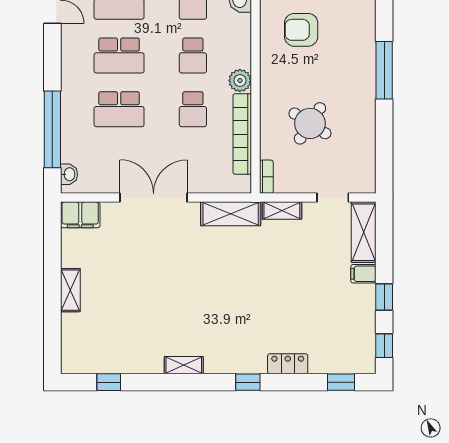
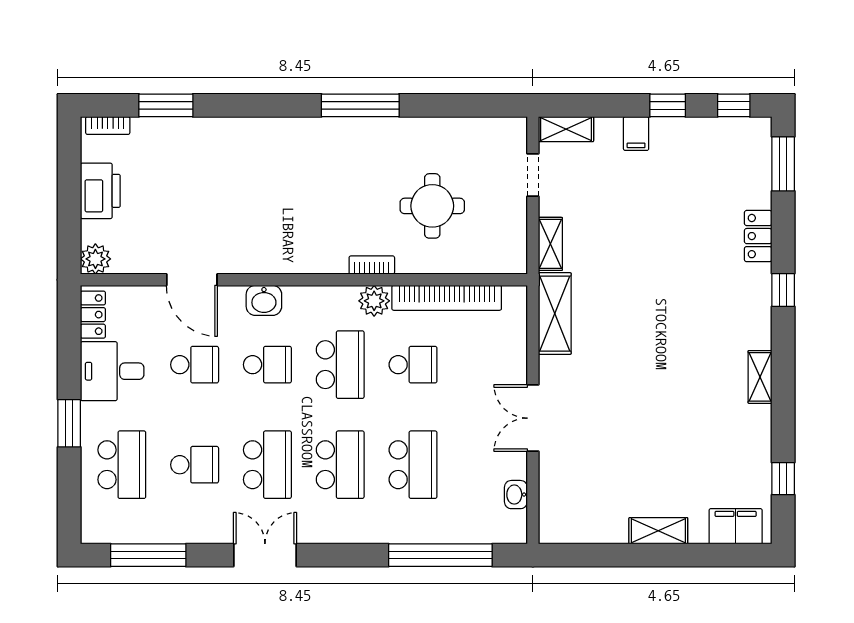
armchair: (301, 30) -> (305, 218), removed
school desk: (193, 55) -> (340, 365), width x1.85
round table: (310, 123) -> (432, 206), turned -33
washbasin: (69, 174) -> (516, 495), moved, turned -90
bookcase: (266, 177) -> (372, 265), moved
double door: (154, 198) -> (533, 418), width x0.73
filing cabinet: (80, 215) -> (736, 526), moved, turned -90
shelving: (364, 232) -> (566, 129), width x0.67, depth x0.75
window: (341, 382) -> (783, 164), width x1.50

